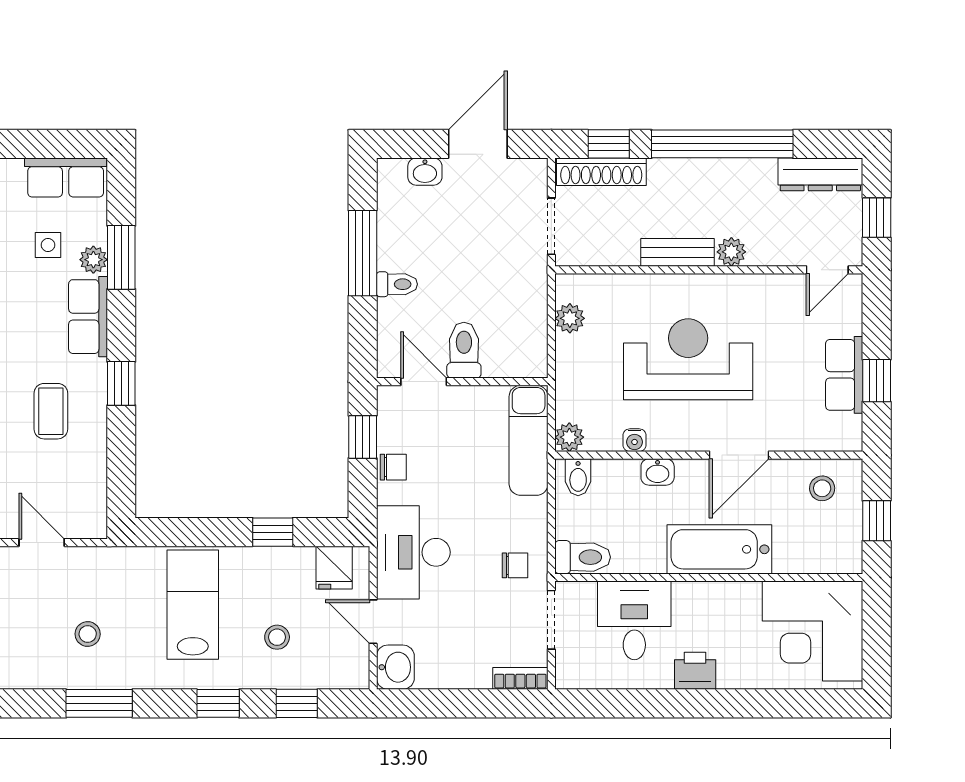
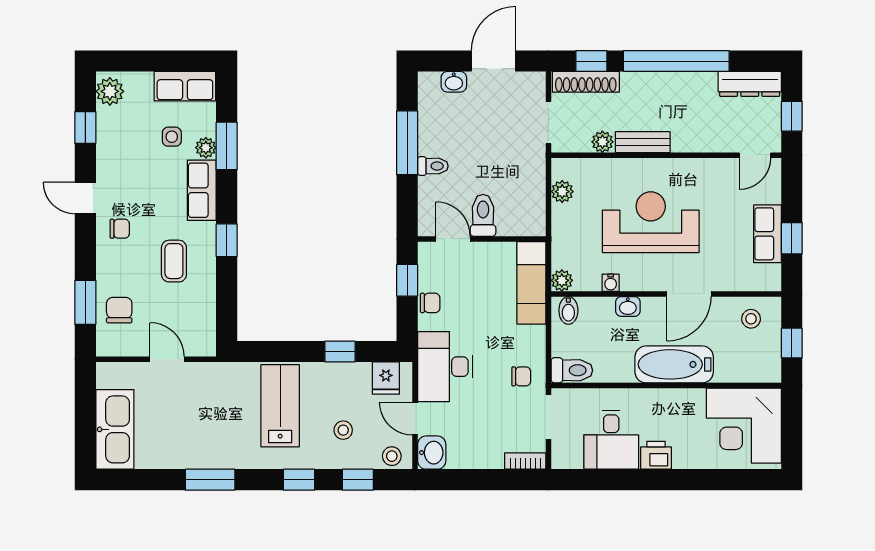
plant: (731, 252) -> (602, 142), moved
desk: (634, 620) -> (611, 440), moved, turned 180
stool: (88, 634) -> (392, 456), moved

